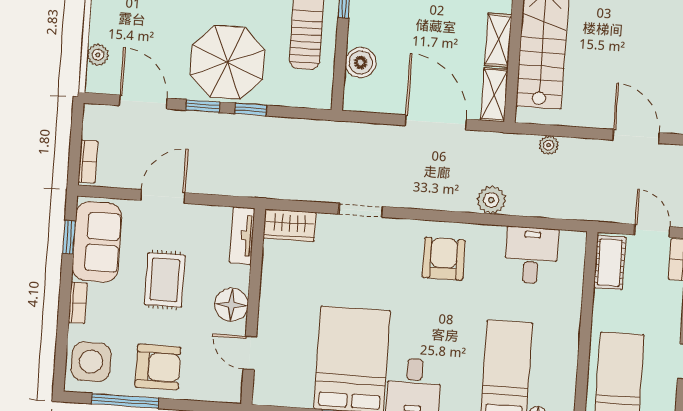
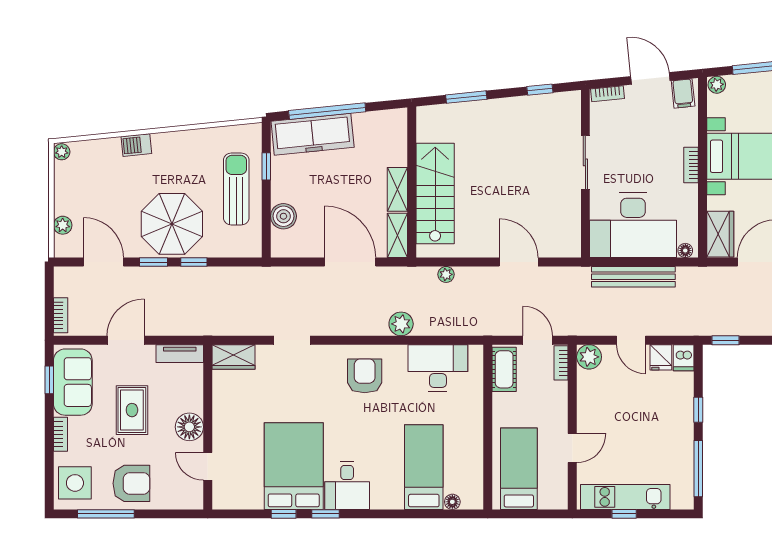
tv unit: (242, 235) -> (180, 354), moved, turned -90
desk: (531, 255) -> (438, 368), width x1.37

